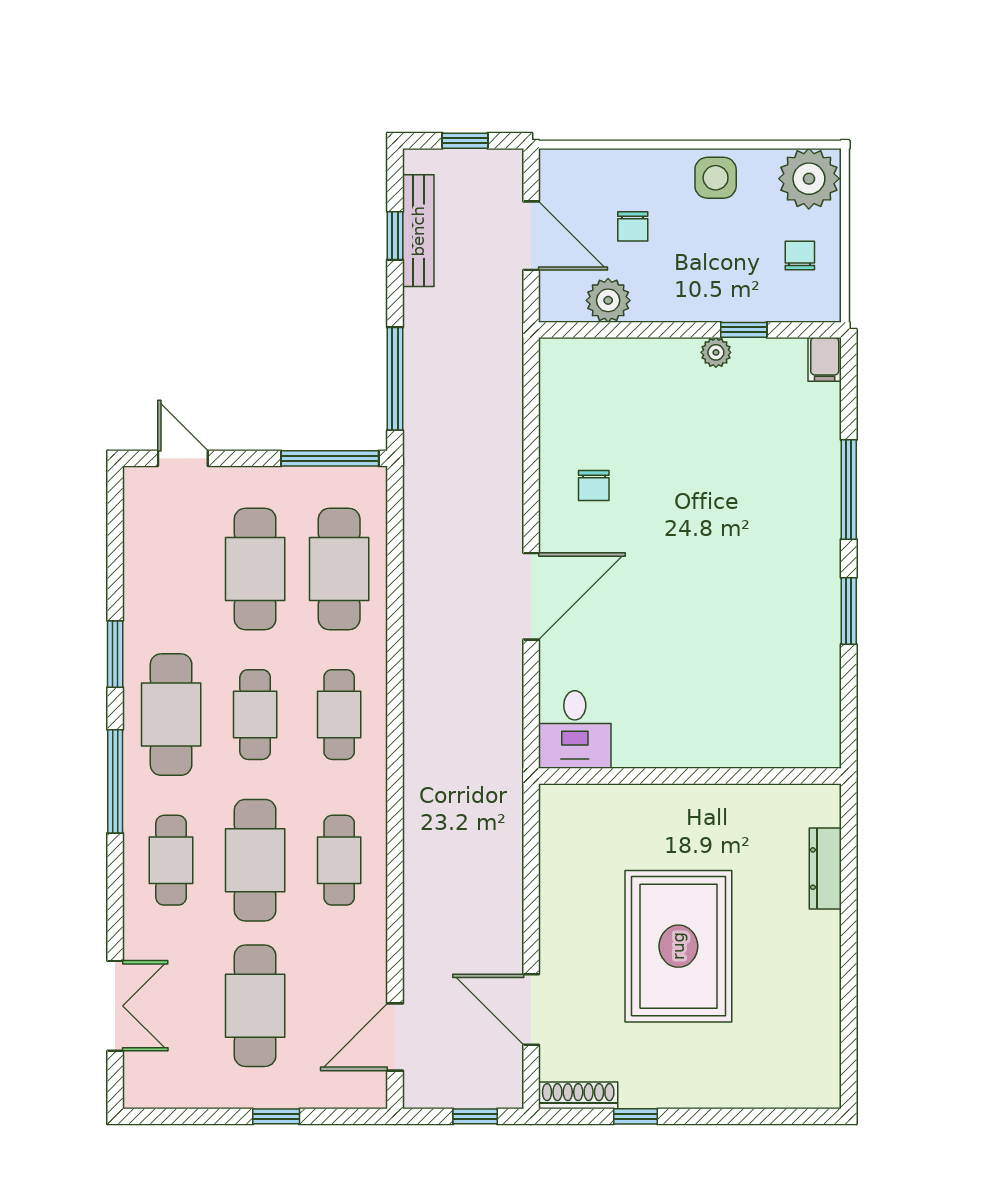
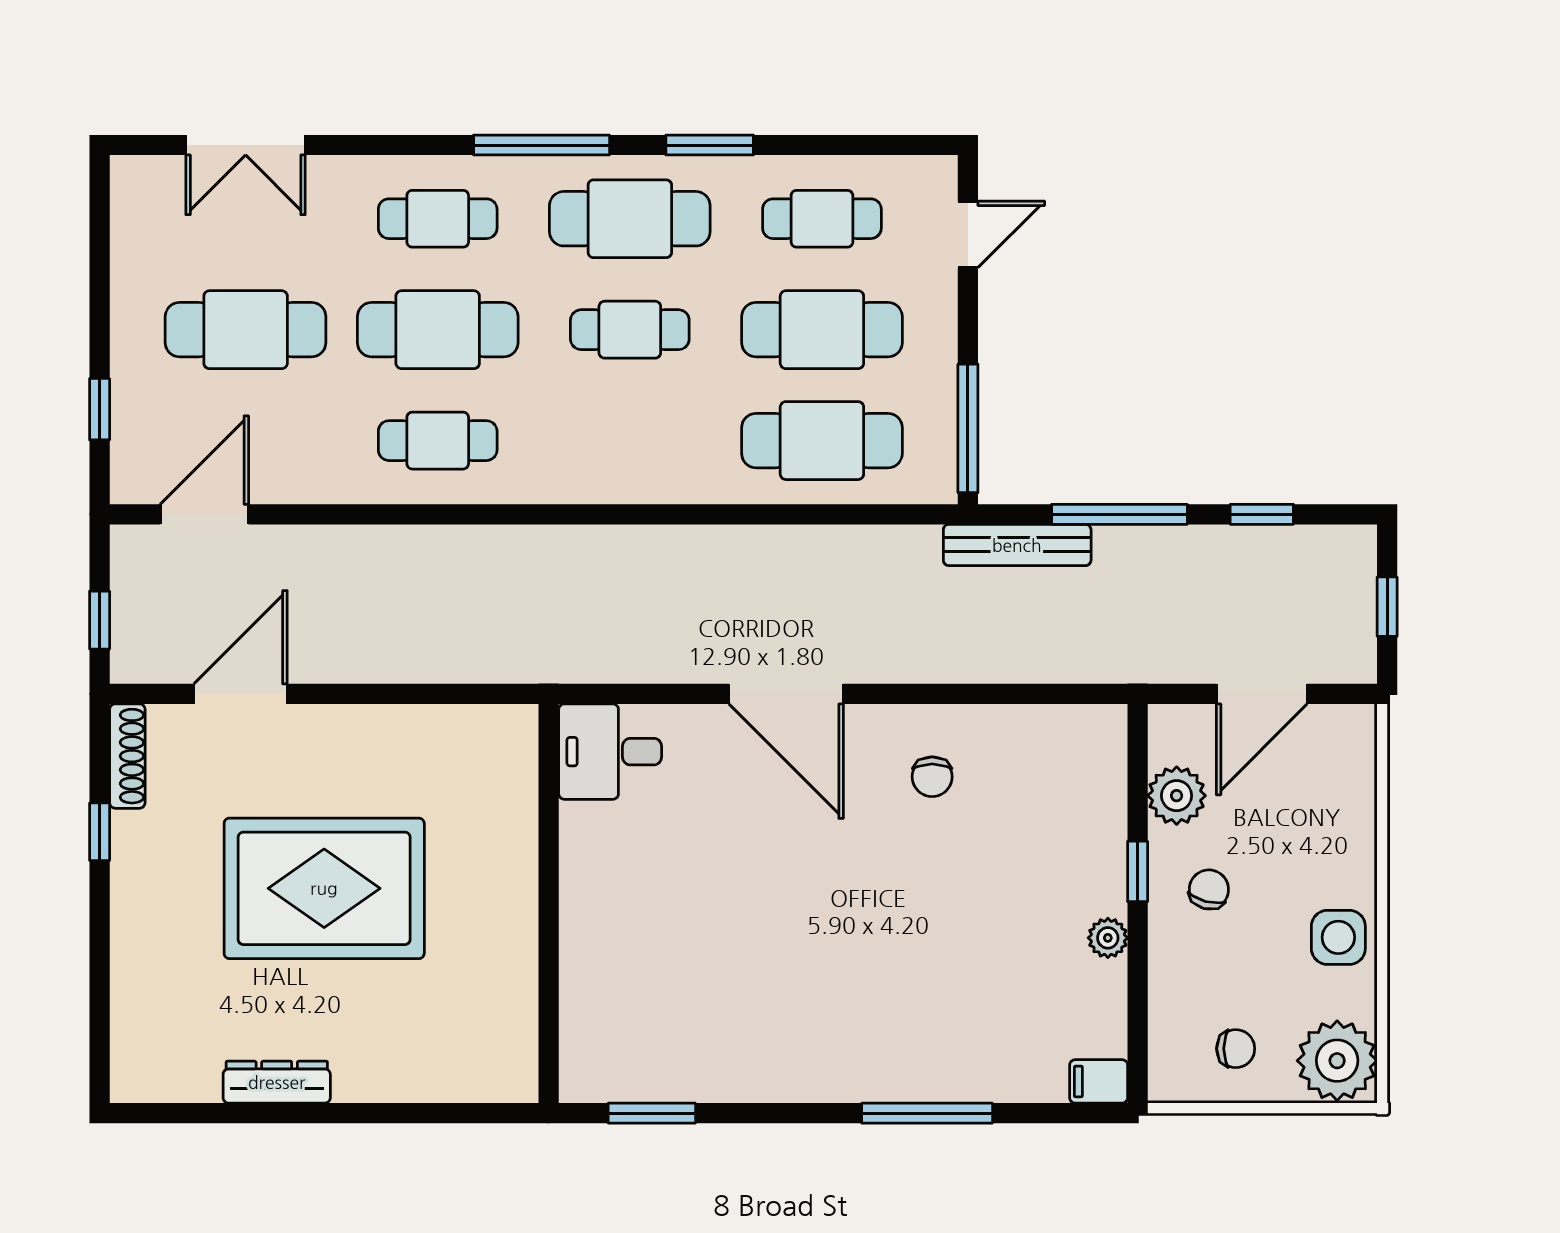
chair: (633, 226) -> (1209, 889), moved, turned 105
bench: (418, 231) -> (1017, 545), moved
window: (744, 330) -> (1138, 871), moved
window: (395, 379) -> (1119, 514), moved
chair: (594, 486) -> (932, 777), turned -90
window: (849, 611) -> (652, 1113), moved
cafe table: (339, 715) -> (822, 219), moved
dresser: (825, 869) -> (277, 1082), moved
door: (395, 1037) -> (204, 514), hinge flipped
window: (276, 1116) -> (100, 409), moved

